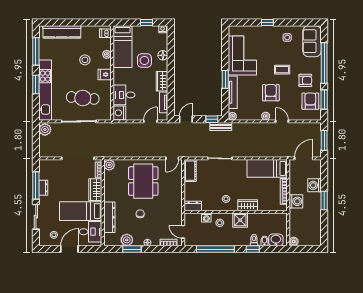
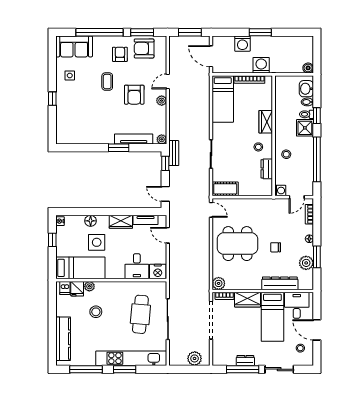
corner sofa: (242, 55) -> (91, 128), removed
fridge: (105, 74) -> (77, 289), moved
armchair: (271, 93) -> (134, 95), turned -90
plant: (45, 129) -> (195, 358), moved
dresser: (193, 206) -> (267, 169), moved
washing machine: (206, 218) -> (280, 191), moved
shower: (240, 220) -> (305, 128), moved

